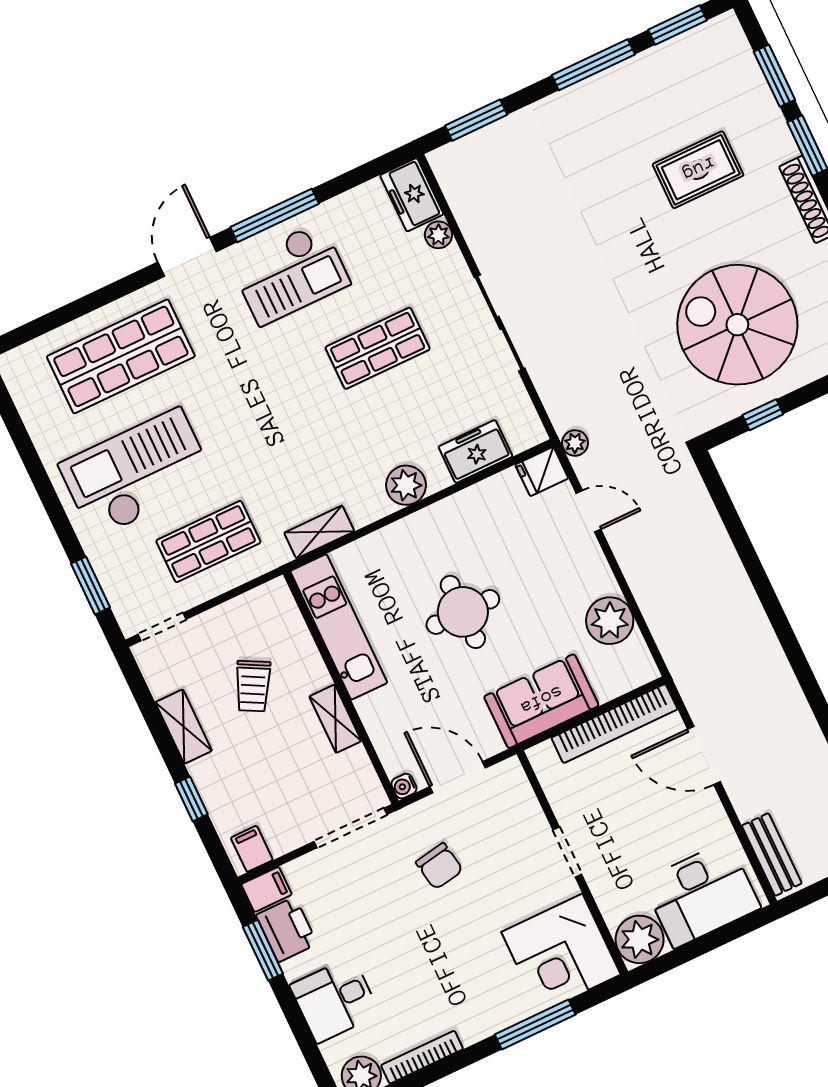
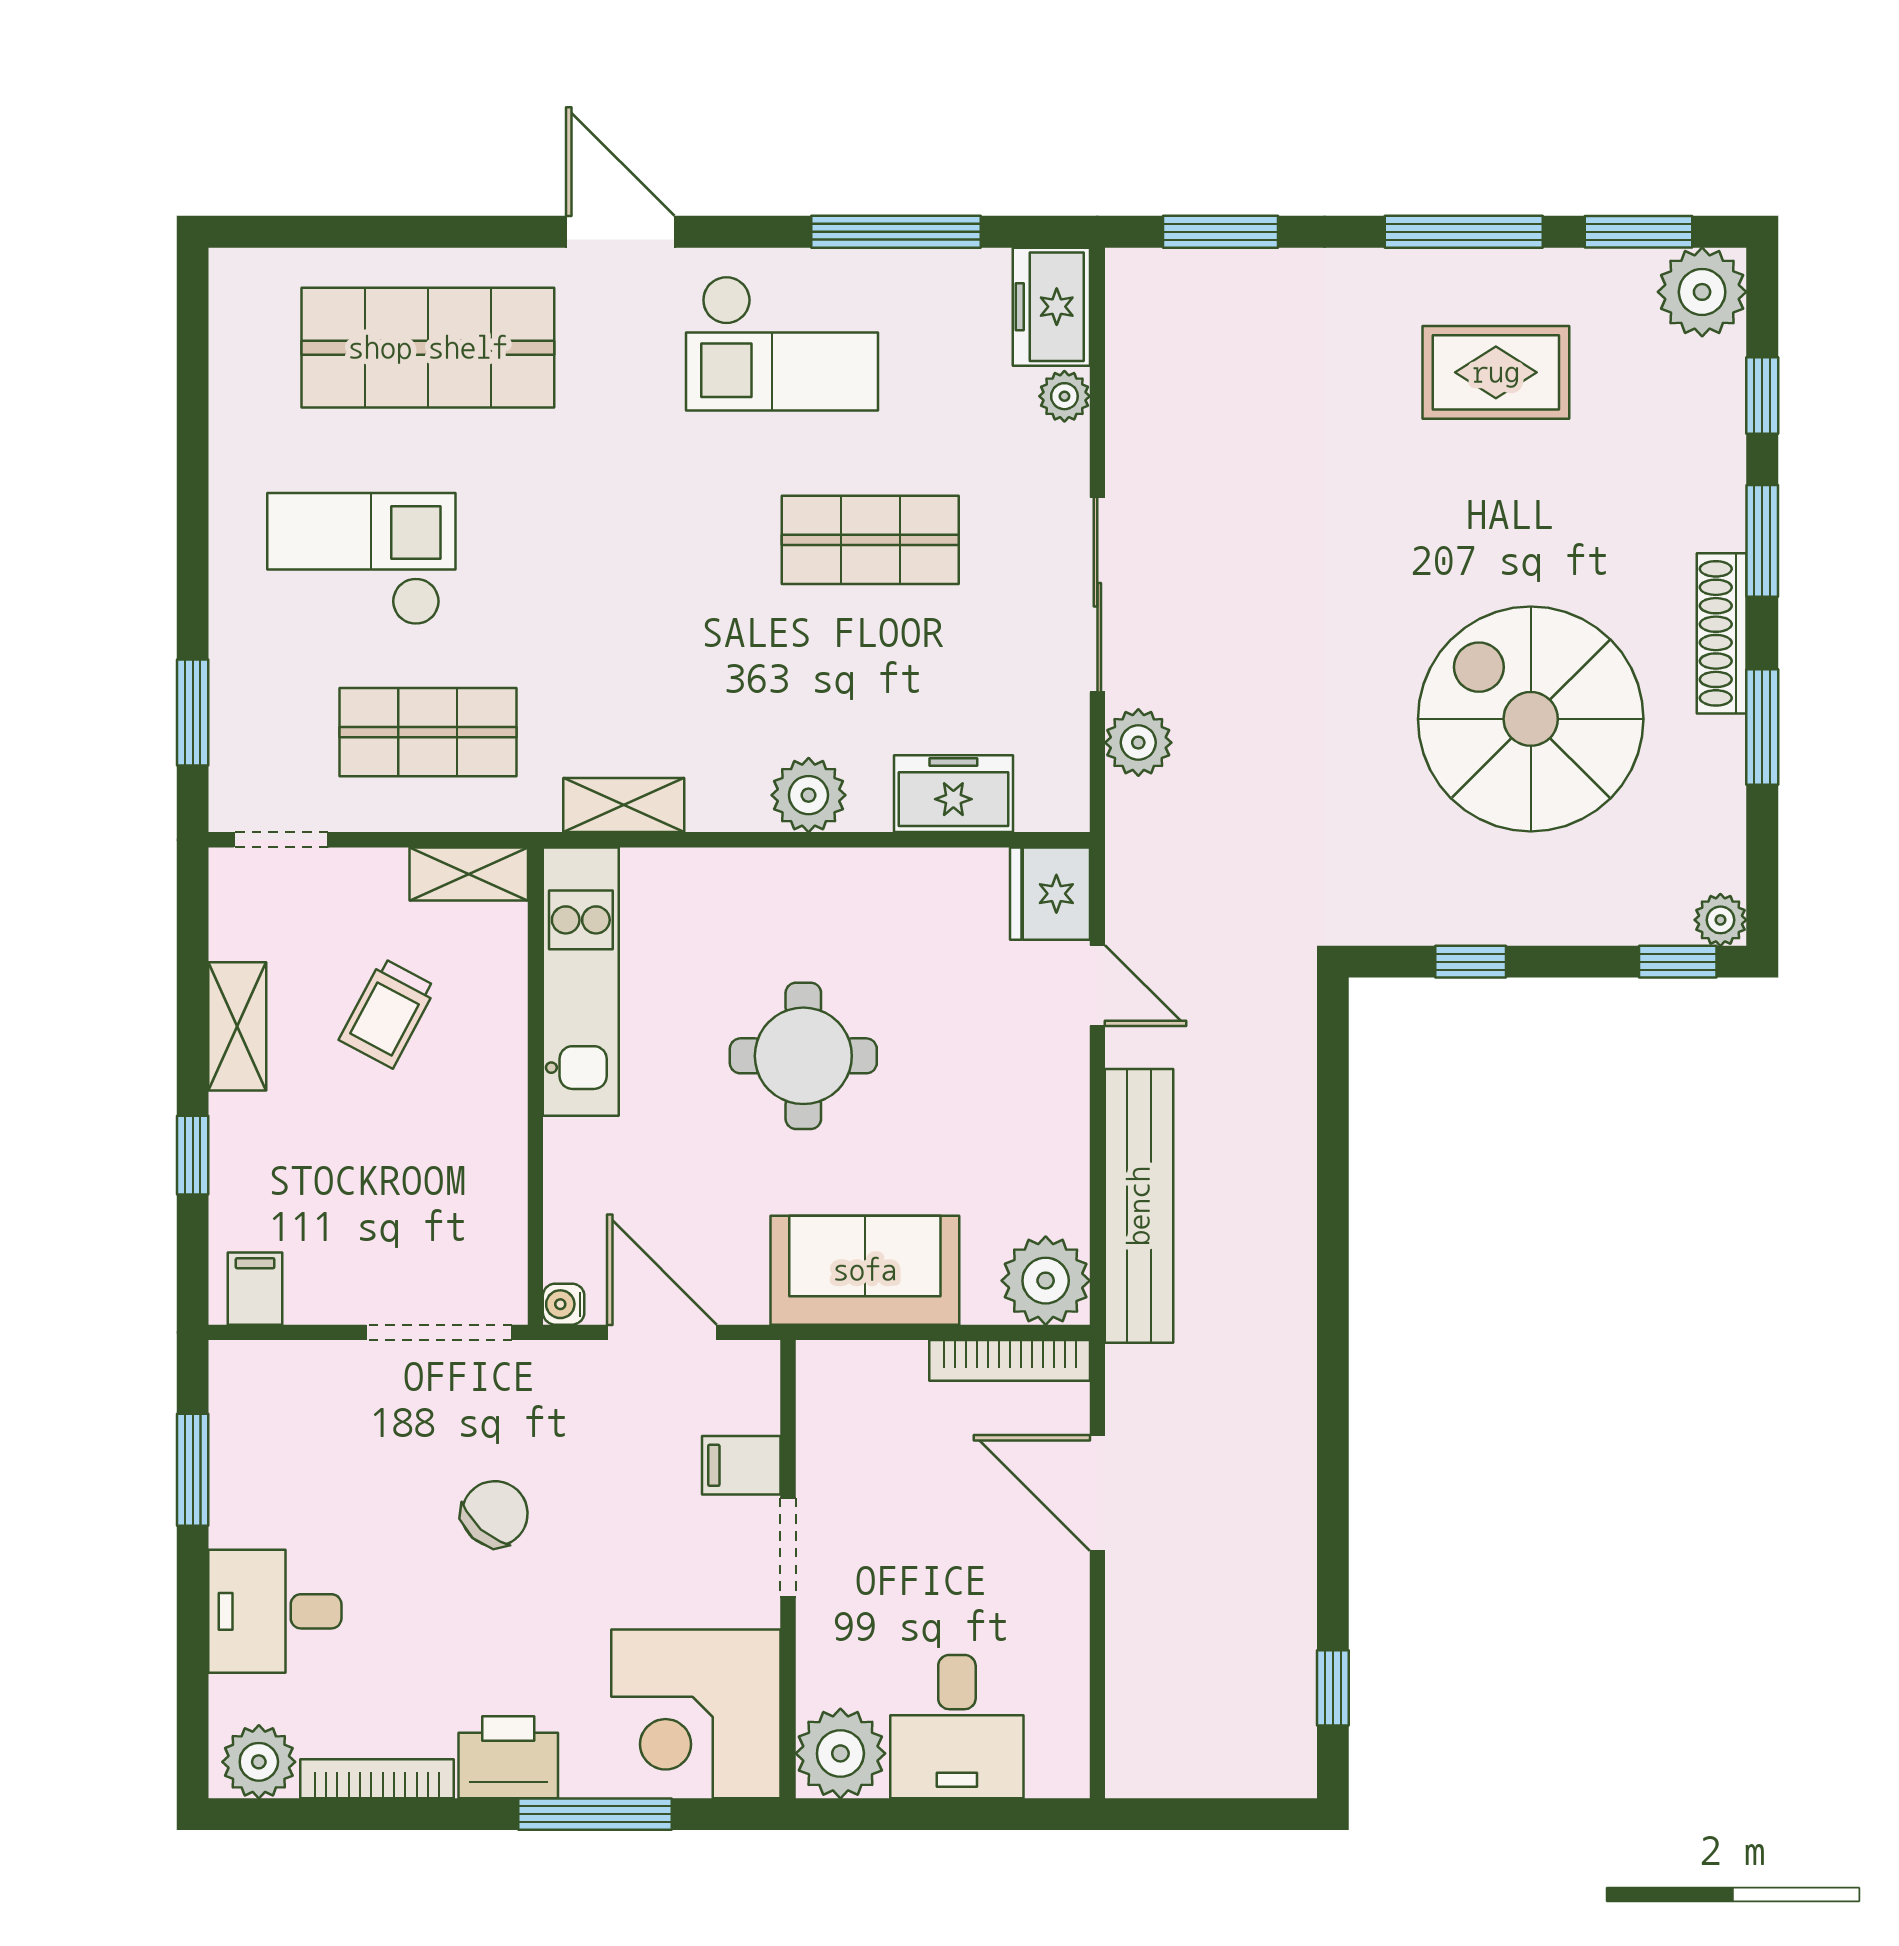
plant: (722, 40) -> (1702, 292), added
window: (774, 76) -> (1762, 396), width x0.67
rug: (698, 170) -> (1496, 372), moved
window: (275, 215) -> (896, 232), moved
door: (187, 257) -> (620, 232), hinge flipped
spiral stairs: (737, 325) -> (1531, 719), moved
plant: (575, 443) -> (1138, 743), moved, width x1.38, depth x1.38
fridge: (542, 472) -> (1050, 894), width x1.38
checkout: (137, 473) -> (361, 559), width x0.73, depth x0.83
plant: (610, 621) -> (1046, 1281), moved
shelving: (335, 719) -> (469, 874), moved, turned 90
bookcase: (614, 724) -> (1010, 1360), width x0.68, depth x0.76
bench: (772, 854) -> (1139, 1206), moved, width x1.86, depth x1.21
chair: (439, 866) -> (495, 1514), moved, turned -128
filing cabinet: (267, 889) -> (741, 1465), moved, turned 180
desk: (701, 894) -> (957, 1727), width x0.73
printer: (287, 929) -> (508, 1757), moved, turned -90

